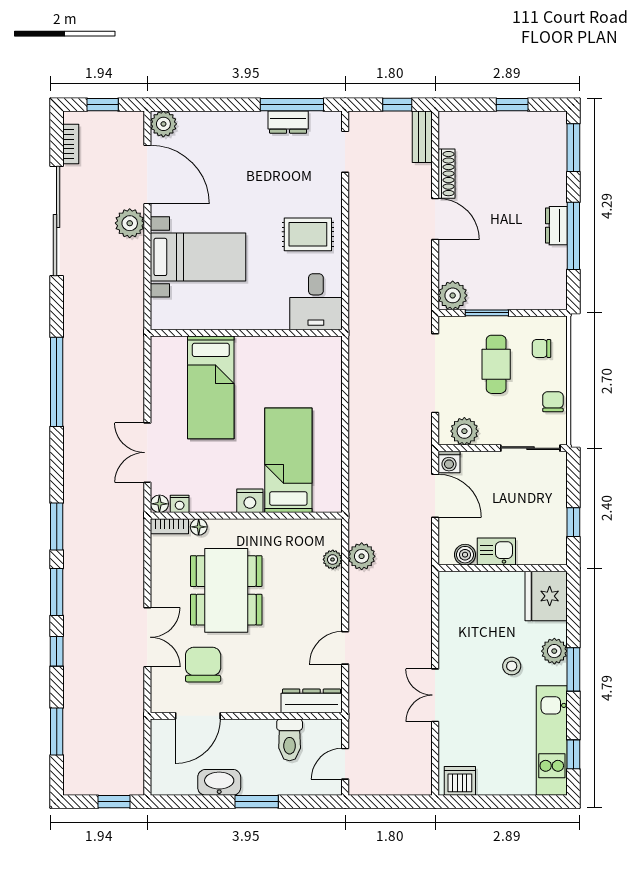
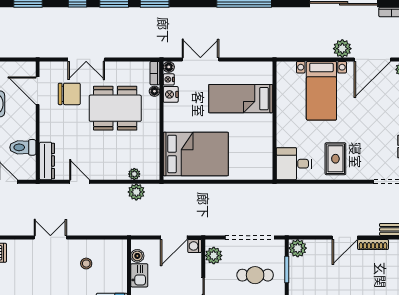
bed: (288, 460) -> (196, 154), width x1.50
nightstand: (250, 501) -> (171, 94), moved
stool: (512, 666) -> (86, 264), moved

